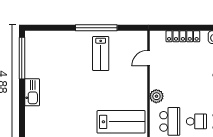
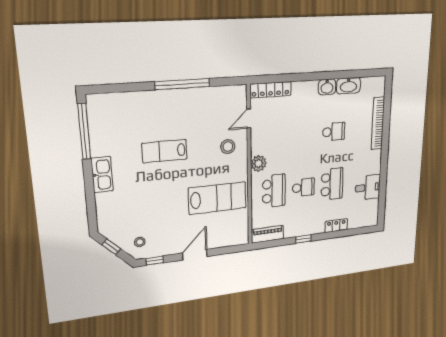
locker: (183, 36) -> (271, 90), moved
lab bench: (101, 54) -> (165, 151), moved, turned 90
stool: (131, 80) -> (228, 147), added

